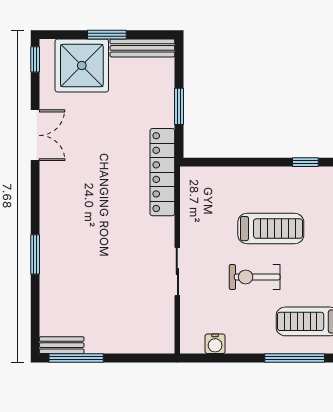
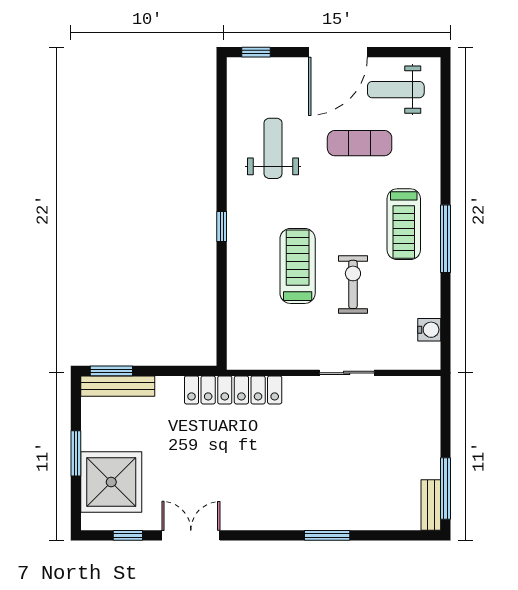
bench: (142, 48) -> (118, 386), moved, turned 90
window: (35, 59) -> (128, 535), moved
window: (179, 106) -> (111, 371), moved
exercise bike: (255, 277) -> (353, 284), turned 180

